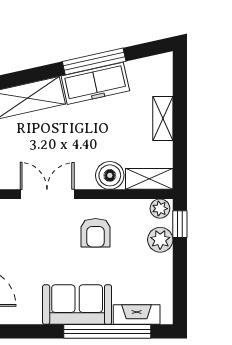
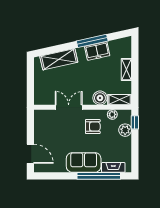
freezer: (95, 83) -> (97, 51), width x0.71
plant: (160, 209) -> (112, 114), moved
armchair: (96, 233) -> (93, 127), turned -90

